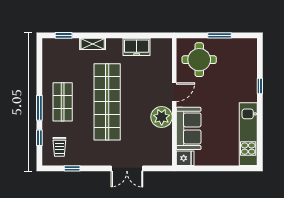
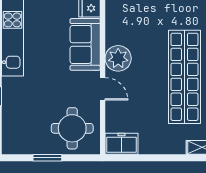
freezer: (137, 47) -> (121, 144), moved
door: (174, 92) -> (103, 89), swing flipped

